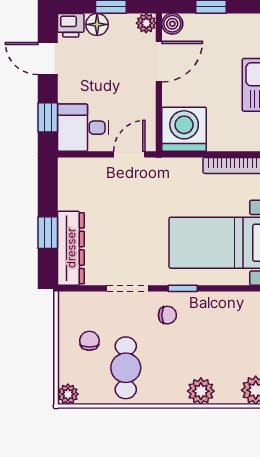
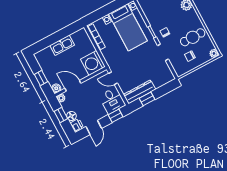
window: (48, 233) -> (147, 99), moved
dresser: (71, 248) -> (139, 92), moved

